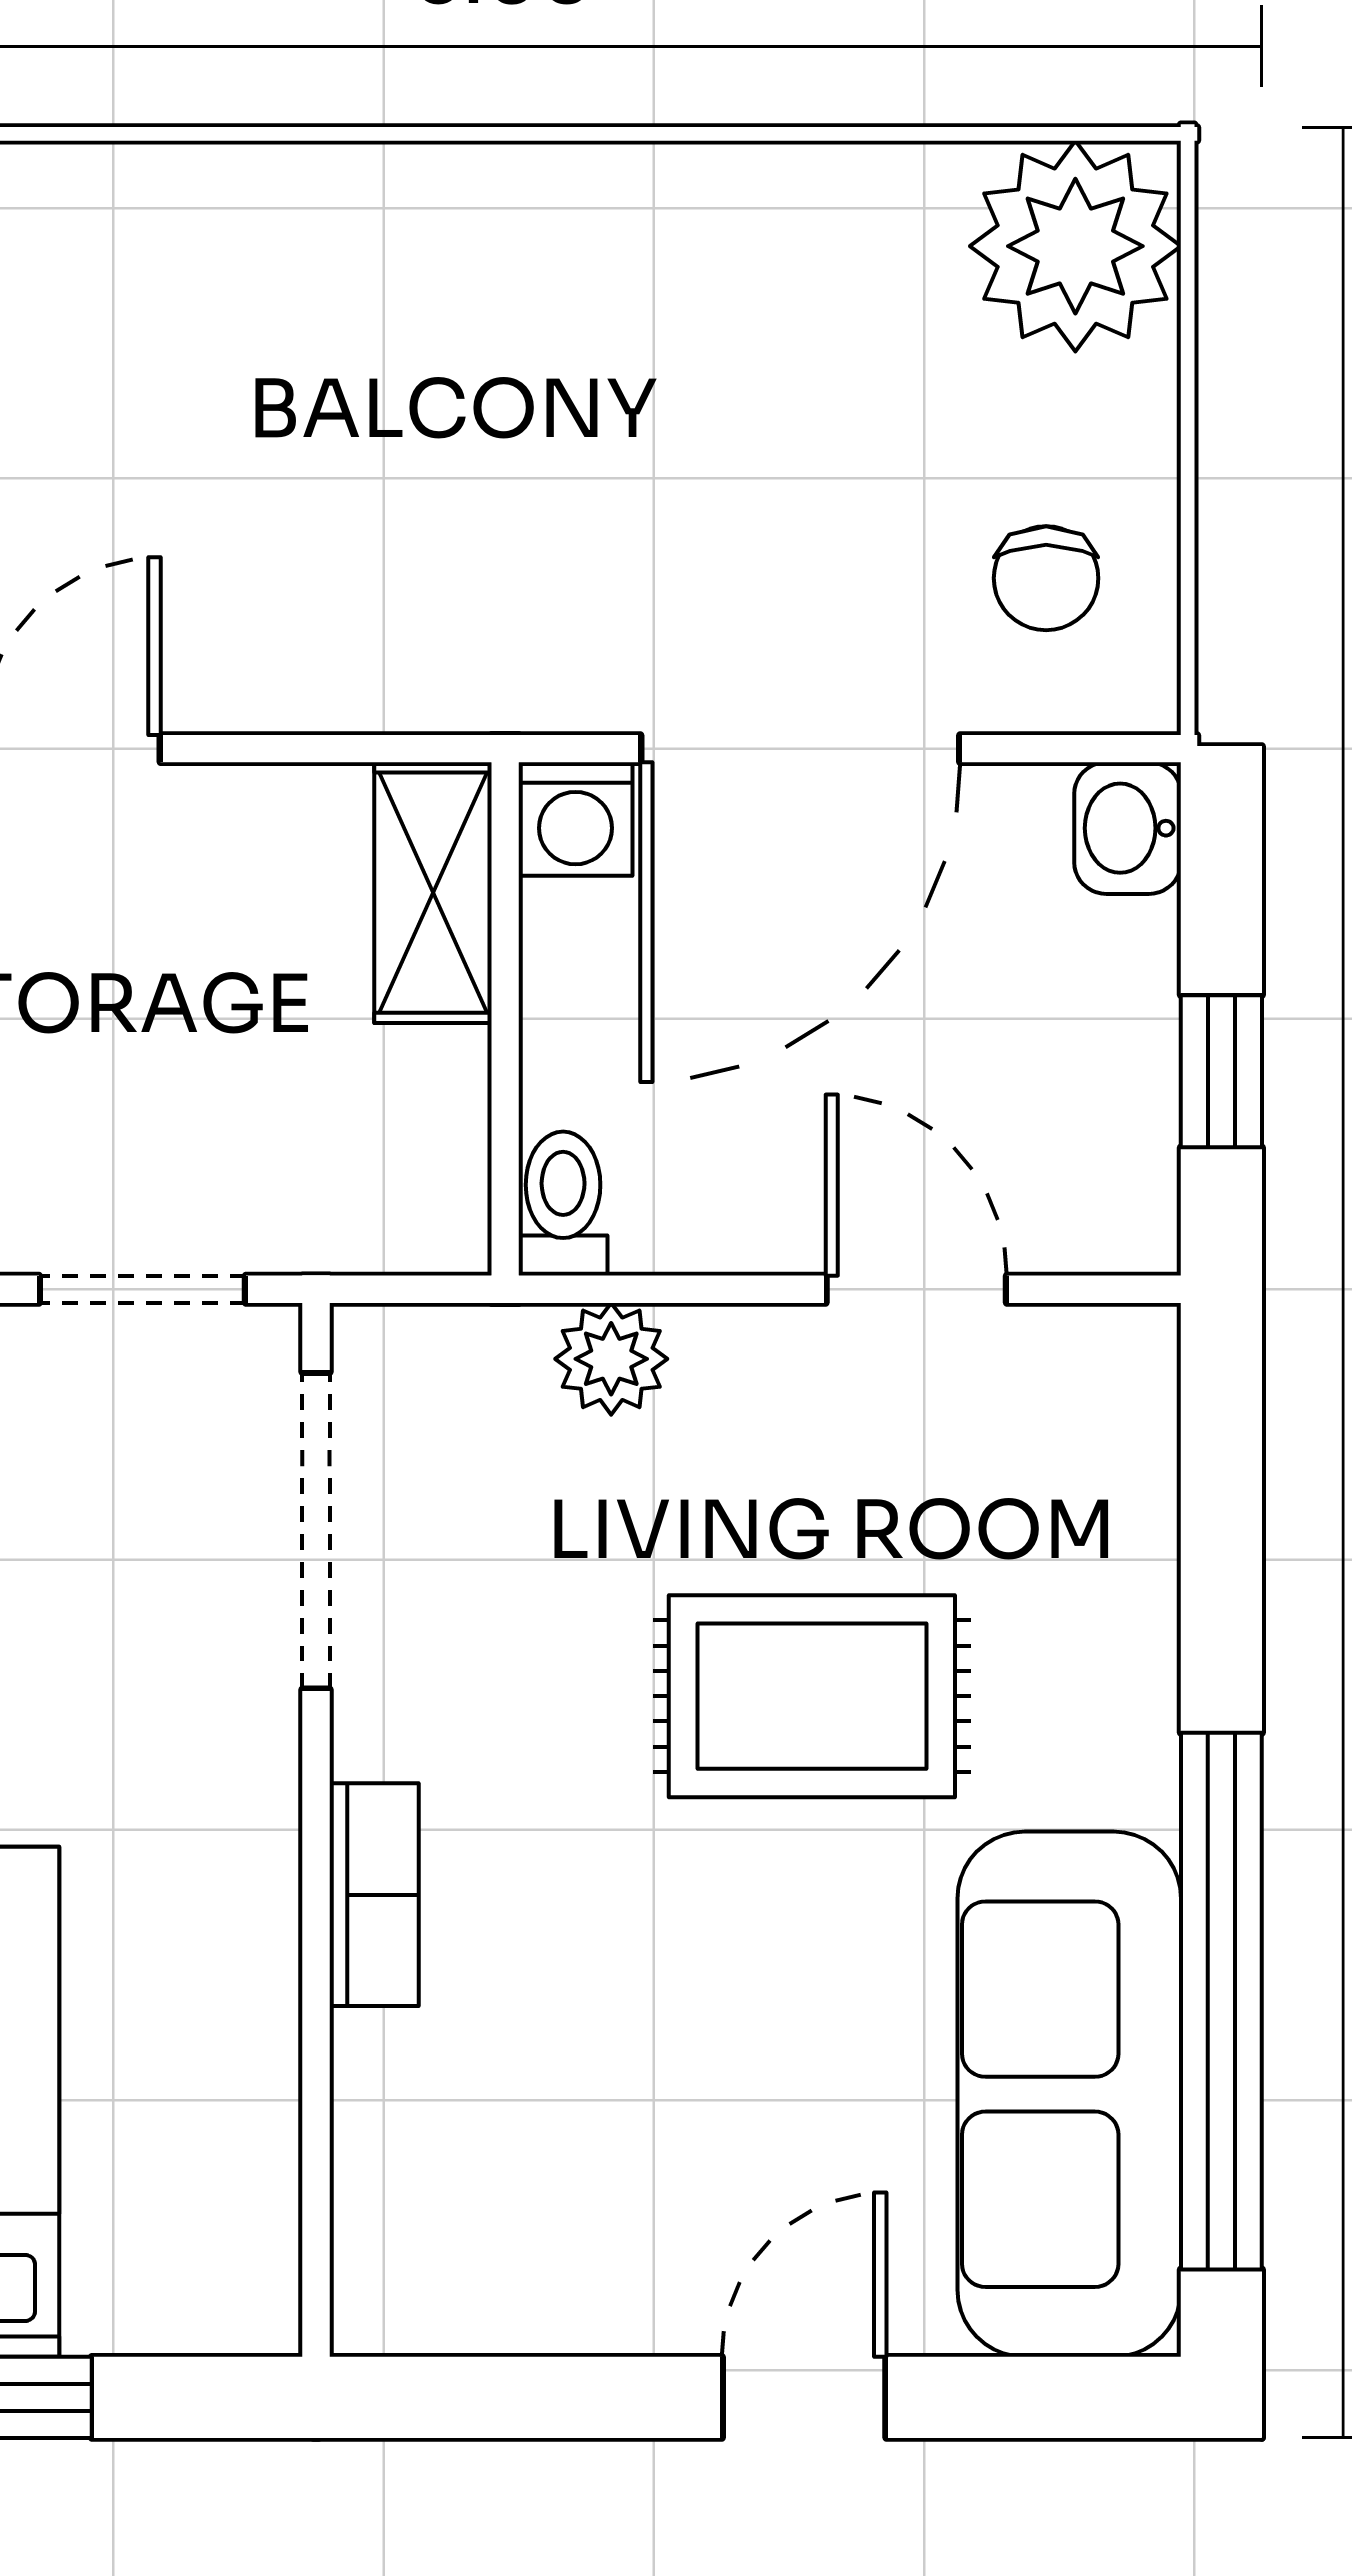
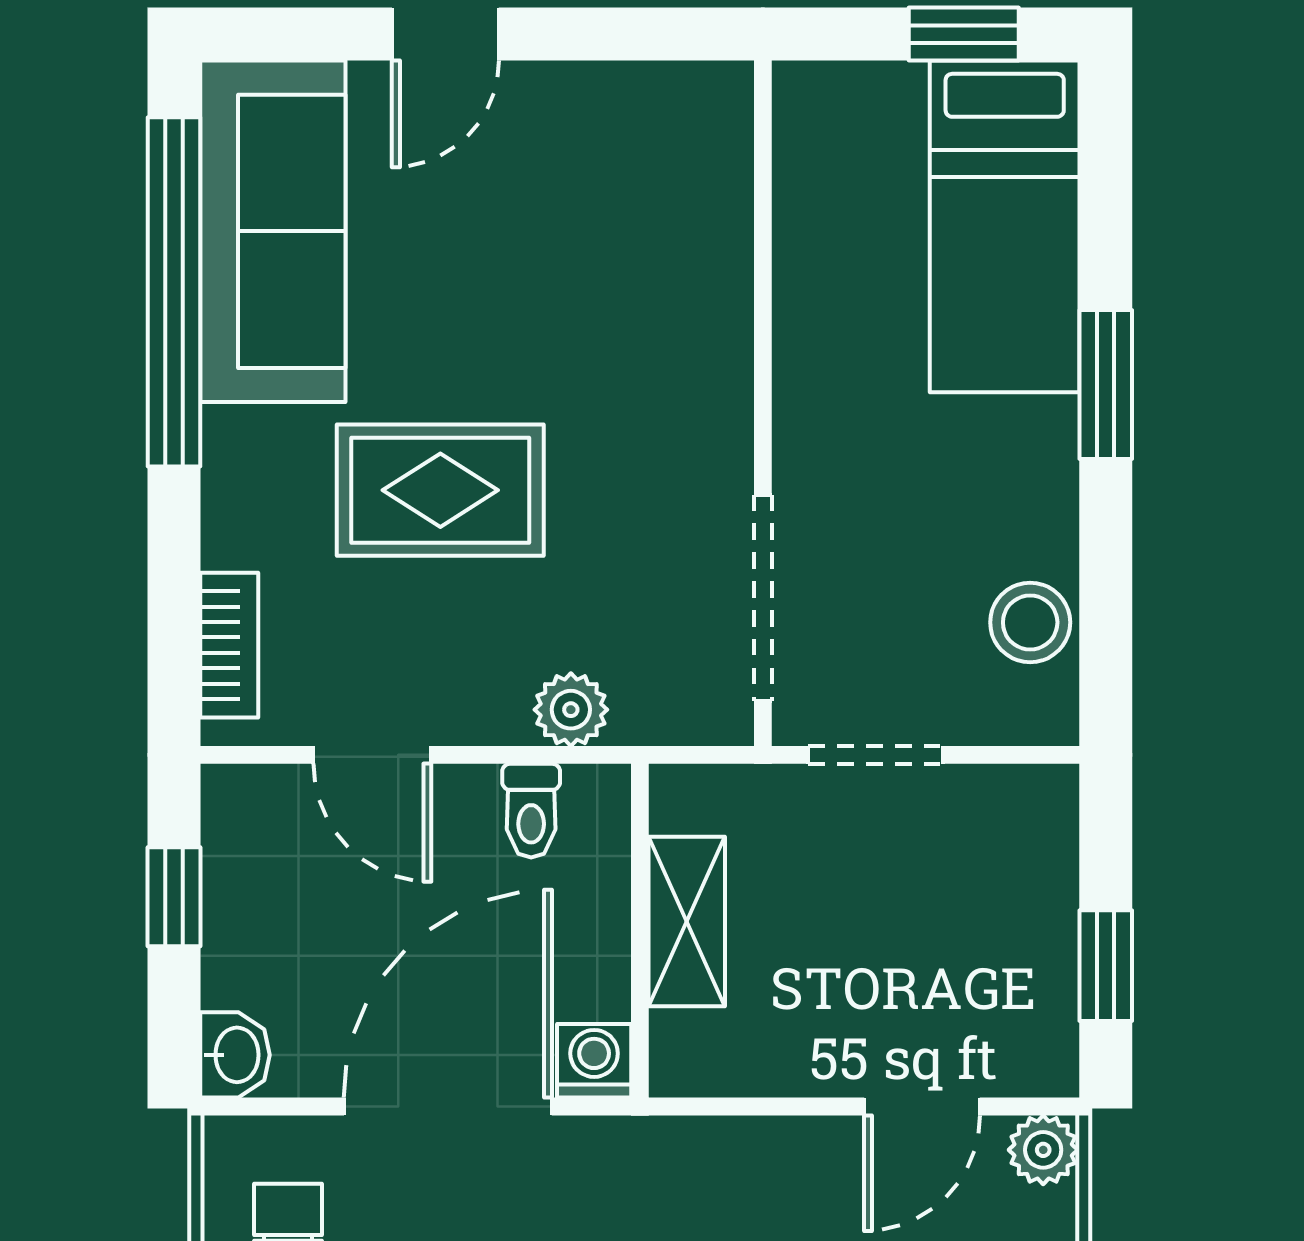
shelving: (433, 893) -> (687, 922), moved
toilet: (563, 1204) -> (531, 811), moved
bookcase: (374, 1895) -> (229, 645), moved, turned 180

